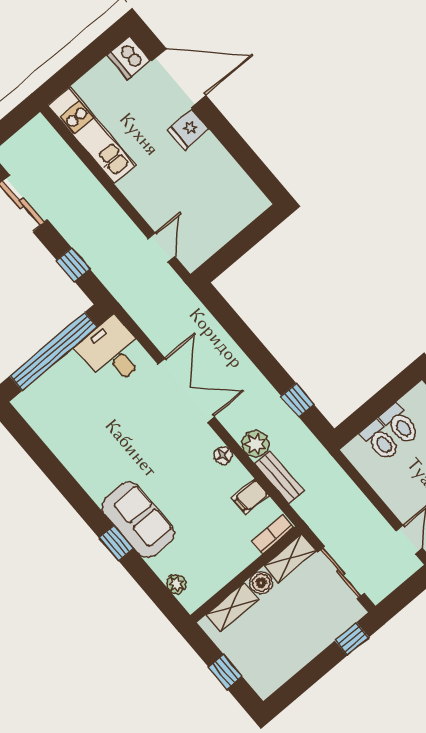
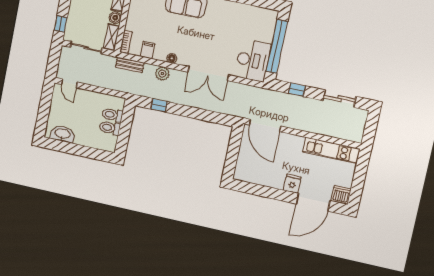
door: (162, 247) -> (265, 125), width x1.87
desk: (112, 352) -> (253, 60), width x1.37
bench: (280, 477) -> (130, 65), moved

